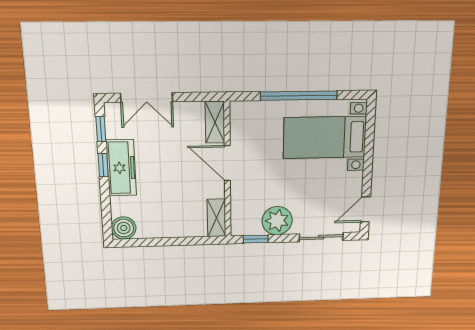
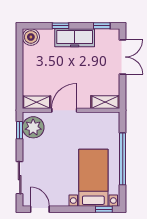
double door: (147, 98) -> (123, 57), swing flipped
window: (370, 122) -> (104, 209), added
door: (227, 163) -> (64, 110), moved
window: (103, 165) -> (61, 26), moved
plant: (277, 221) -> (33, 127), moved

